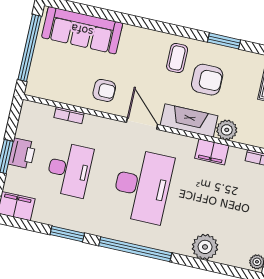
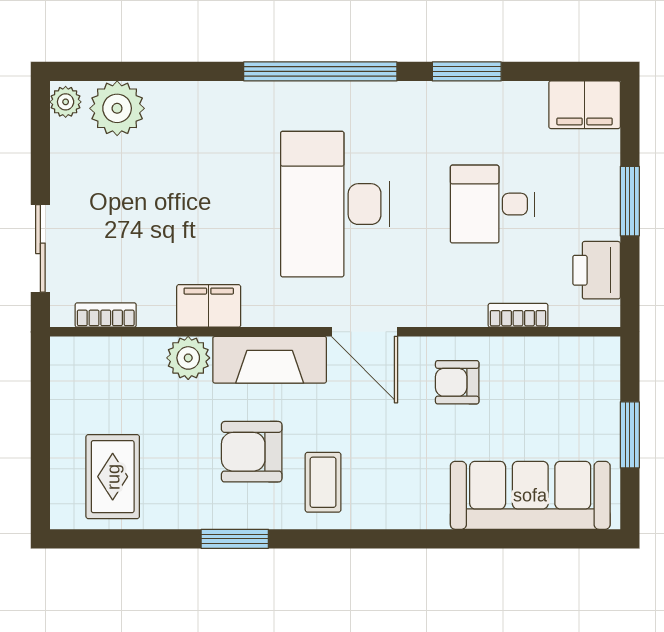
window: (30, 48) -> (630, 435), width x0.47
printer: (22, 153) -> (597, 270), moved
desk: (69, 170) -> (492, 204), width x0.73
plant: (205, 247) -> (117, 108), moved

